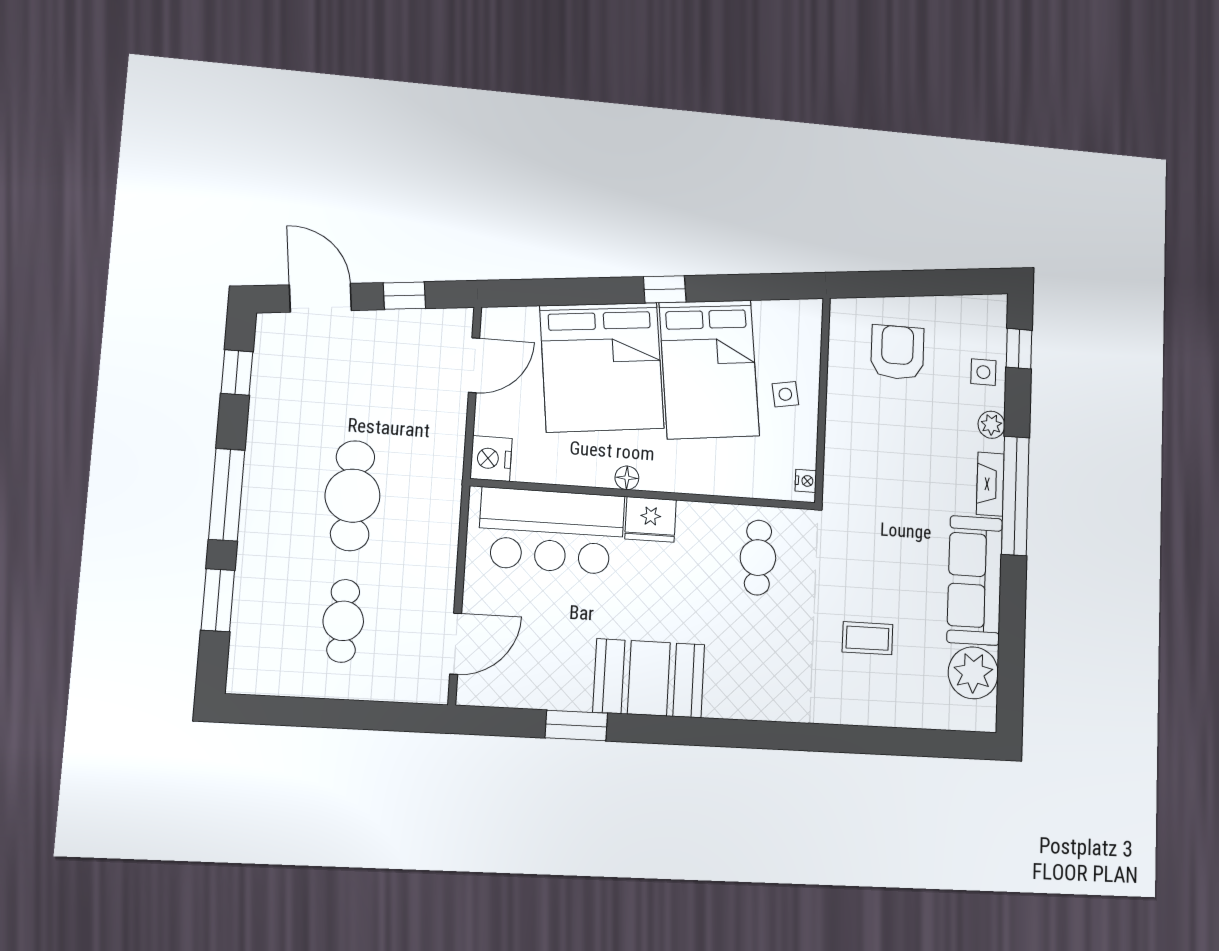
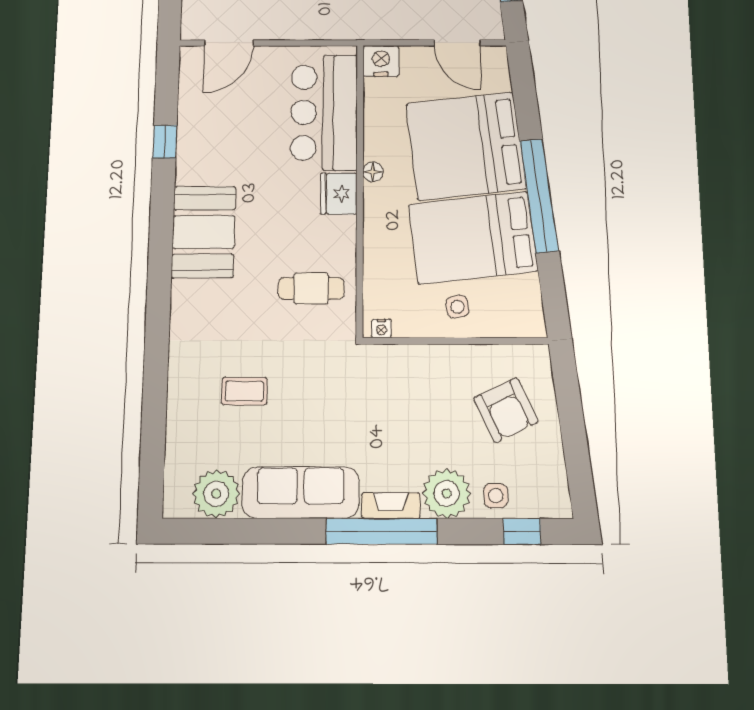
window: (665, 289) -> (539, 196), width x3.17
armchair: (897, 352) -> (506, 410), turned 65
plant: (991, 425) -> (447, 493), width x1.87, depth x1.87
coffee table: (867, 638) -> (244, 391), turned 90
door: (456, 644) -> (229, 43), hinge flipped
booth: (649, 678) -> (204, 232), moved
window: (576, 725) -> (165, 142), width x0.67

